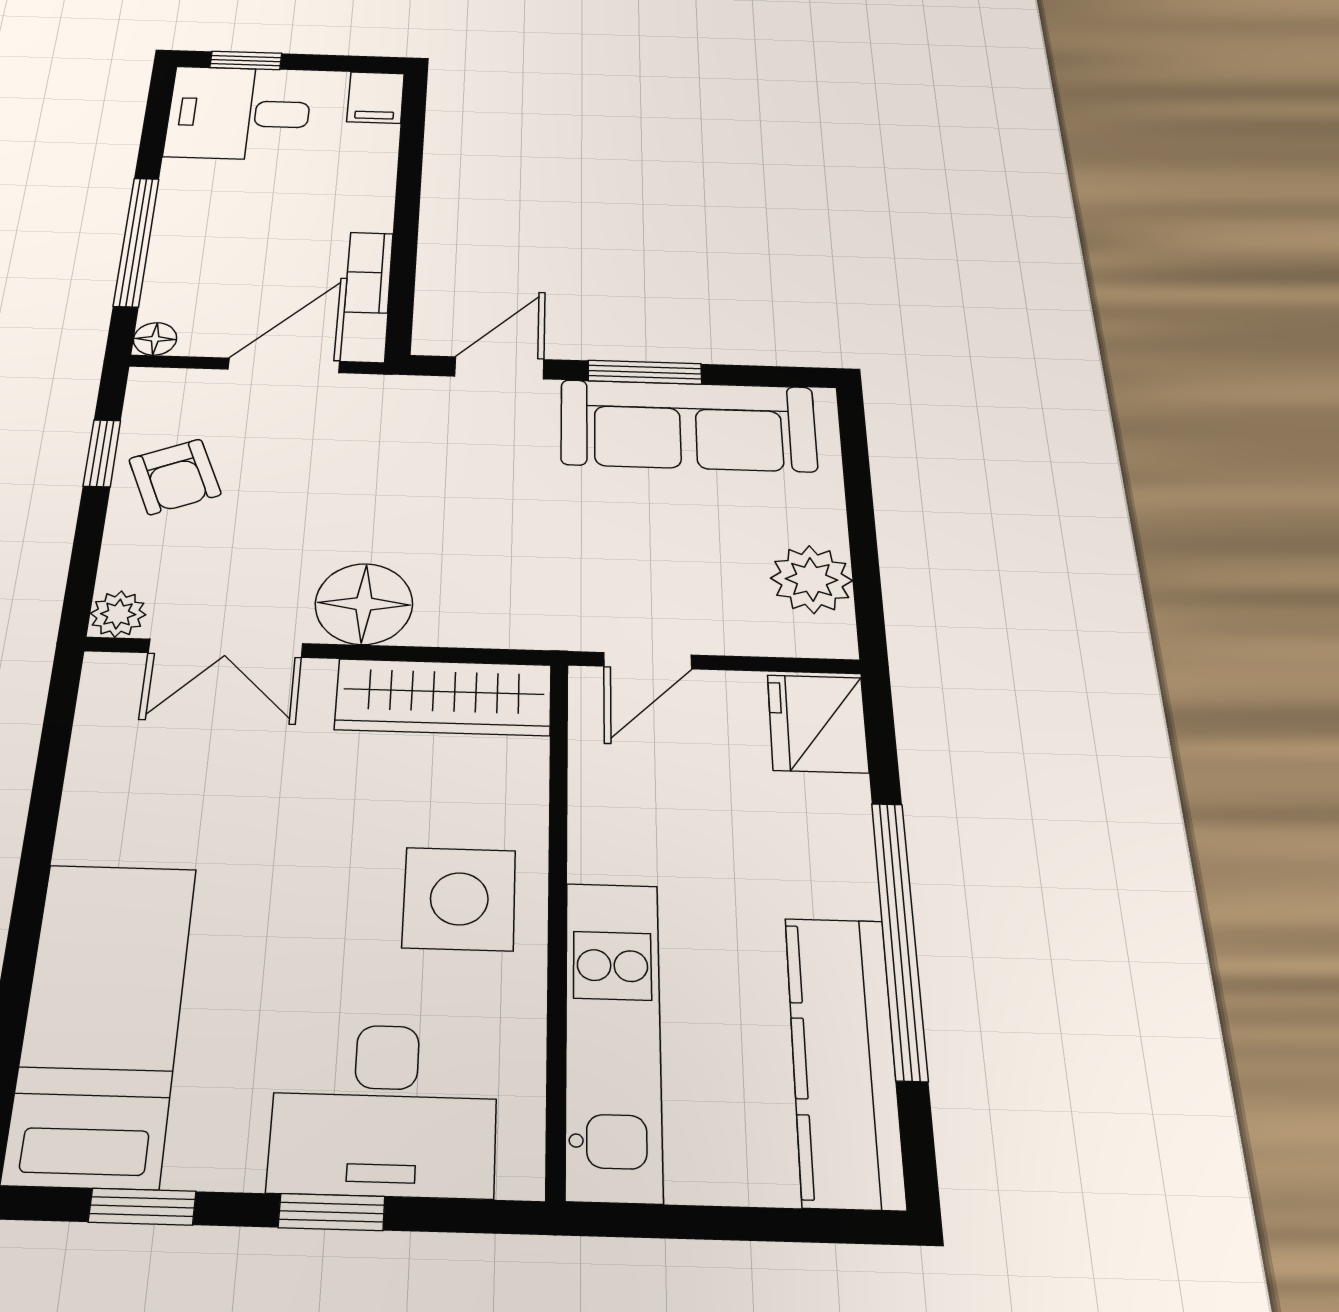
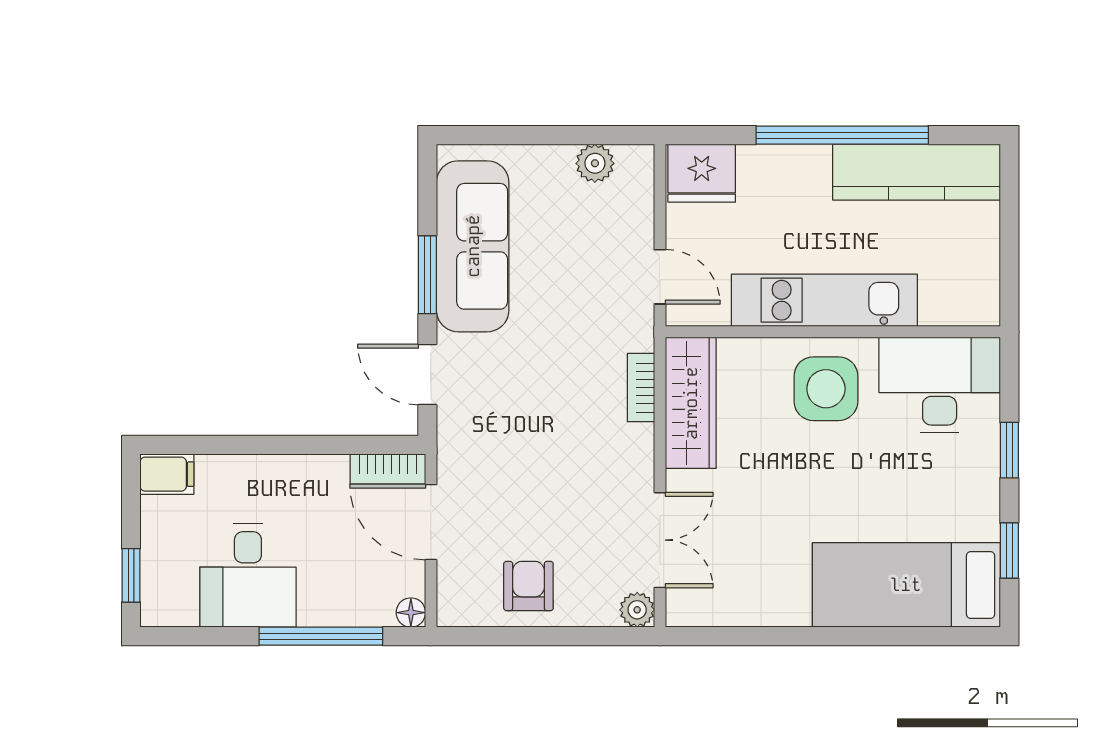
desk: (239, 113) -> (248, 575), moved
bookcase: (369, 272) -> (388, 469), moved
window: (102, 453) -> (511, 636), removed
armchair: (175, 477) -> (528, 586), turned -68
plant: (811, 579) -> (595, 163), width x0.73, depth x0.73
floor lamp: (364, 604) -> (624, 456), removed
bookcase: (471, 630) -> (641, 388), added
kitchen unit: (613, 1037) -> (824, 300), moved
desk: (384, 1109) -> (940, 385), moved, turned -90

